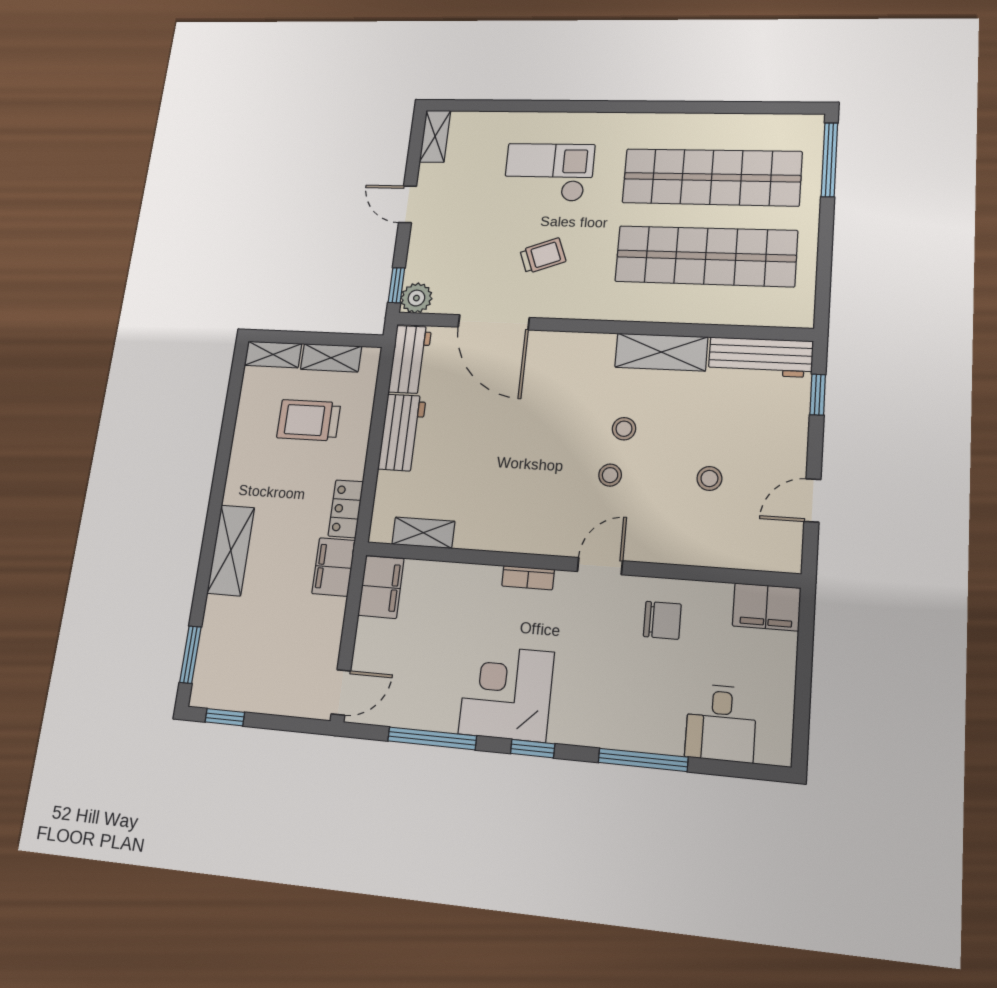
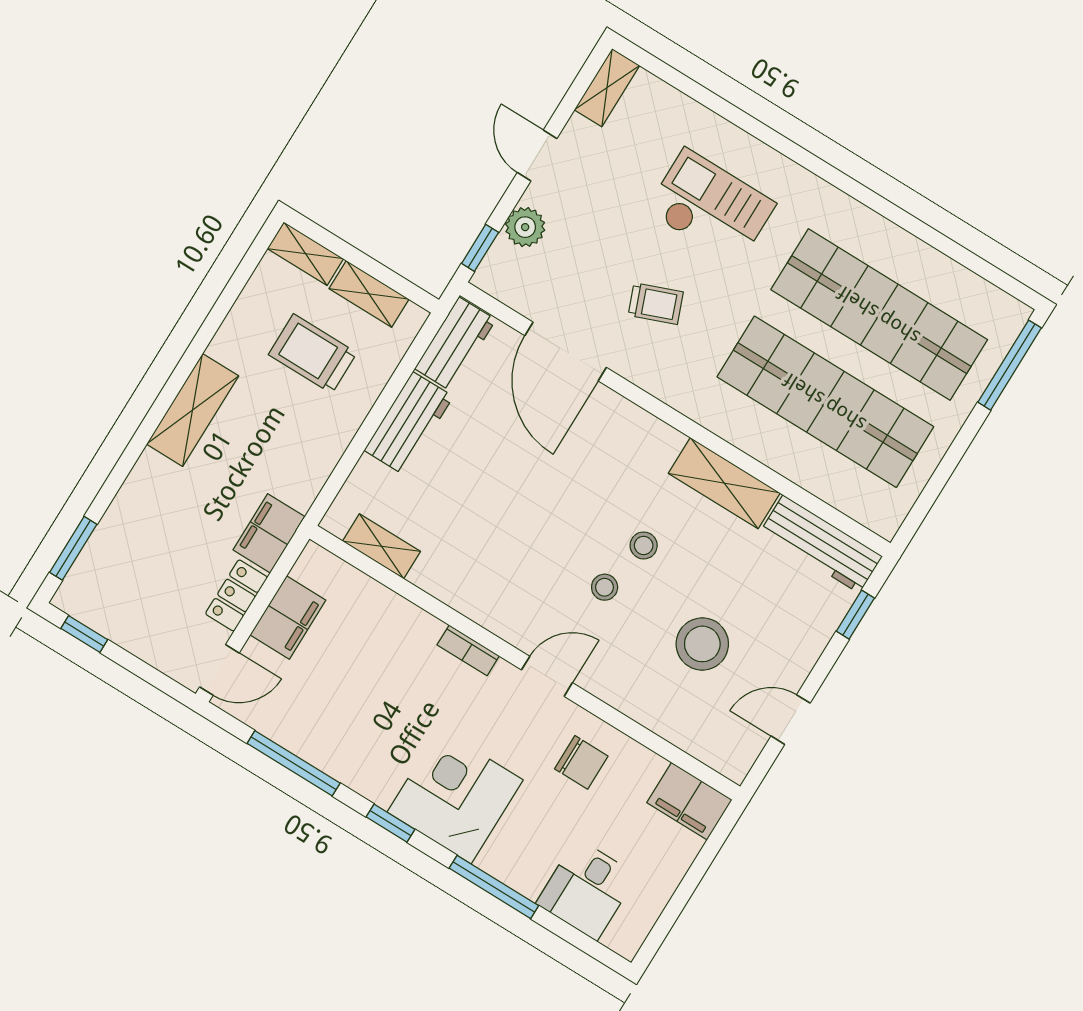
plant: (416, 298) -> (525, 227), moved
stool: (709, 479) -> (702, 644), width x1.89, depth x1.89
locker: (346, 509) -> (236, 595), moved
shelving: (231, 550) -> (193, 410), moved
filing cabinet: (381, 587) -> (288, 618), moved
corner desk: (506, 693) -> (455, 796), moved

